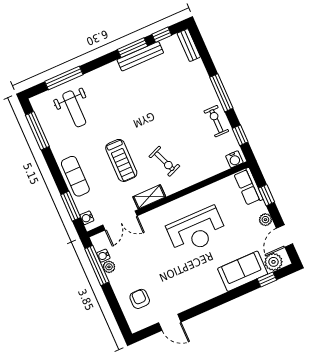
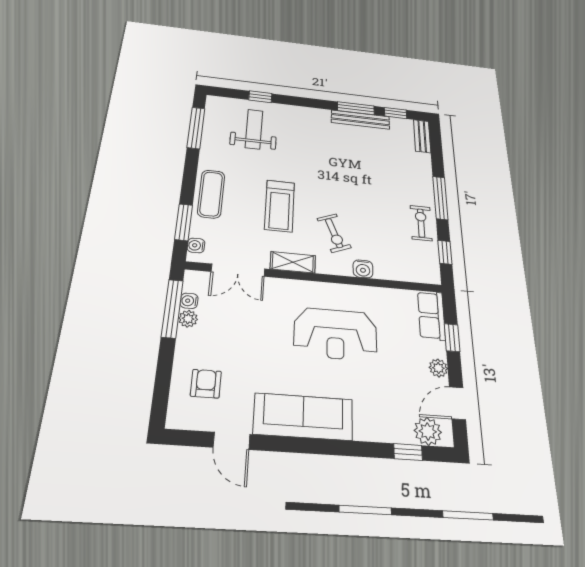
window: (64, 78) -> (260, 97), width x0.46
weight bench: (74, 109) -> (254, 129), turned 180
water cooler: (234, 159) -> (363, 269), moved
sofa: (243, 271) -> (303, 417), moved, width x1.36

